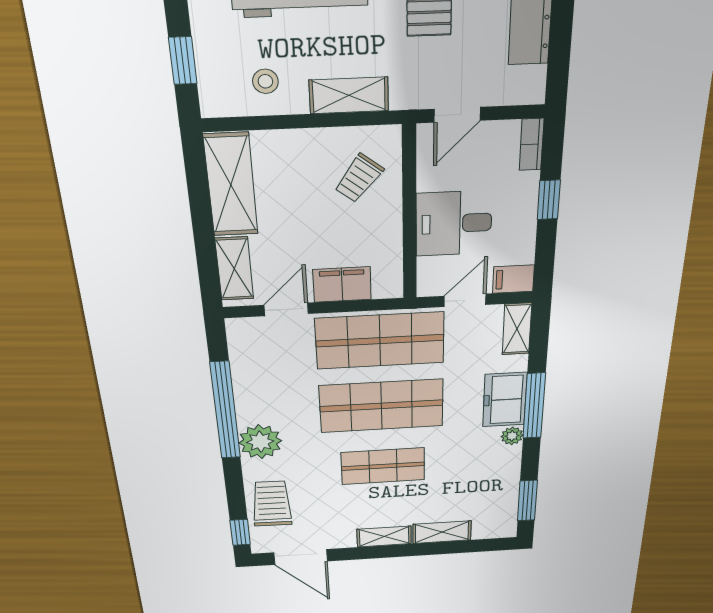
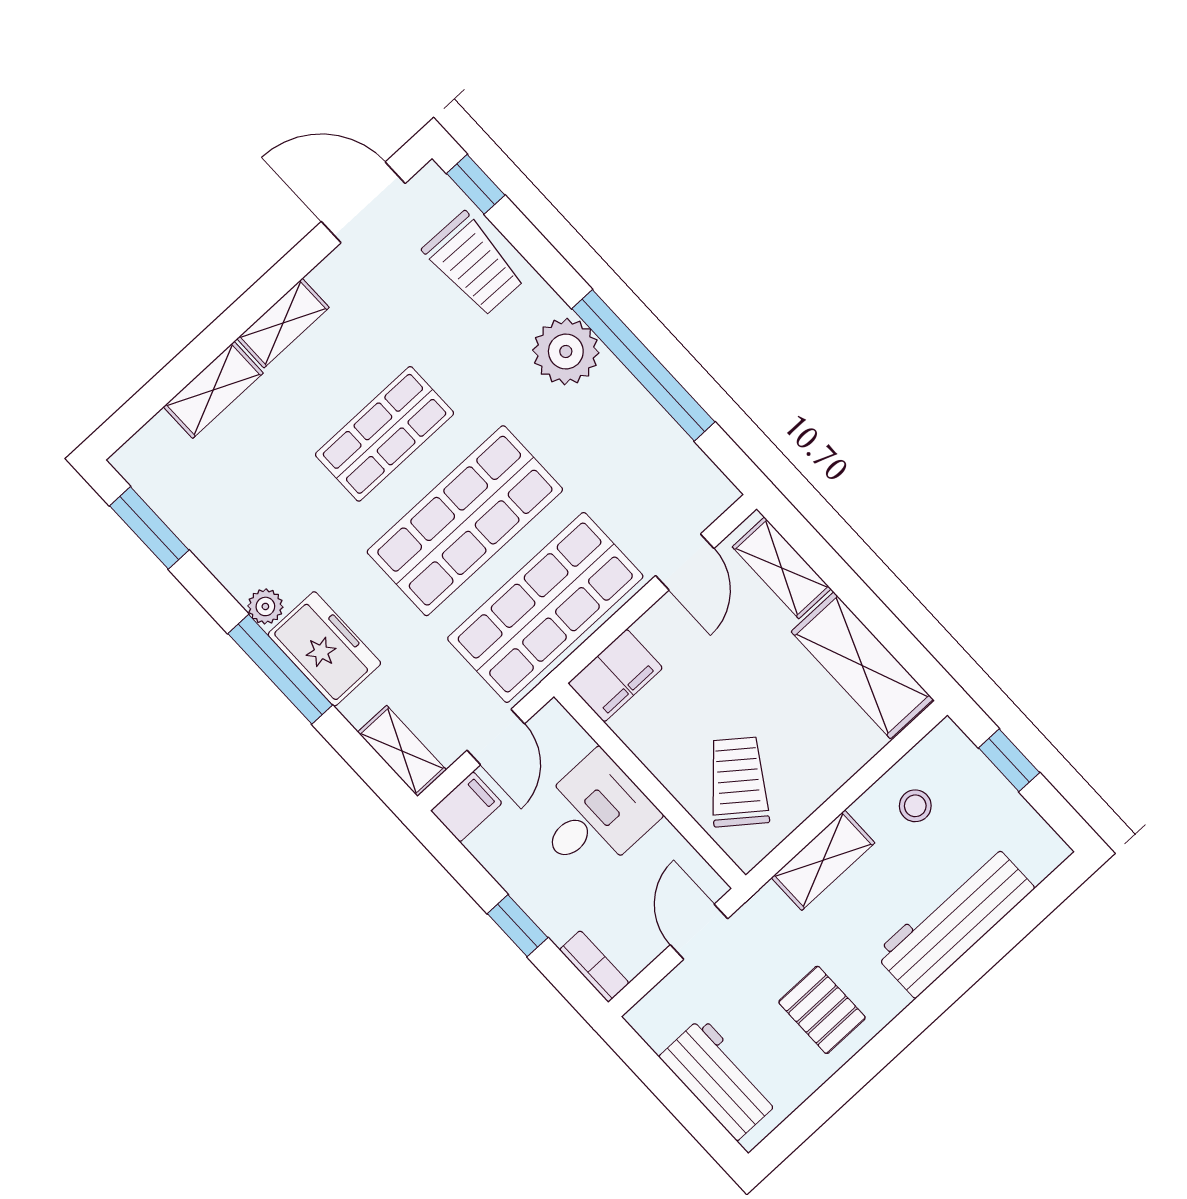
trolley: (359, 178) -> (738, 782), width x1.36, depth x1.39
filing cabinet: (342, 285) -> (615, 676), moved

